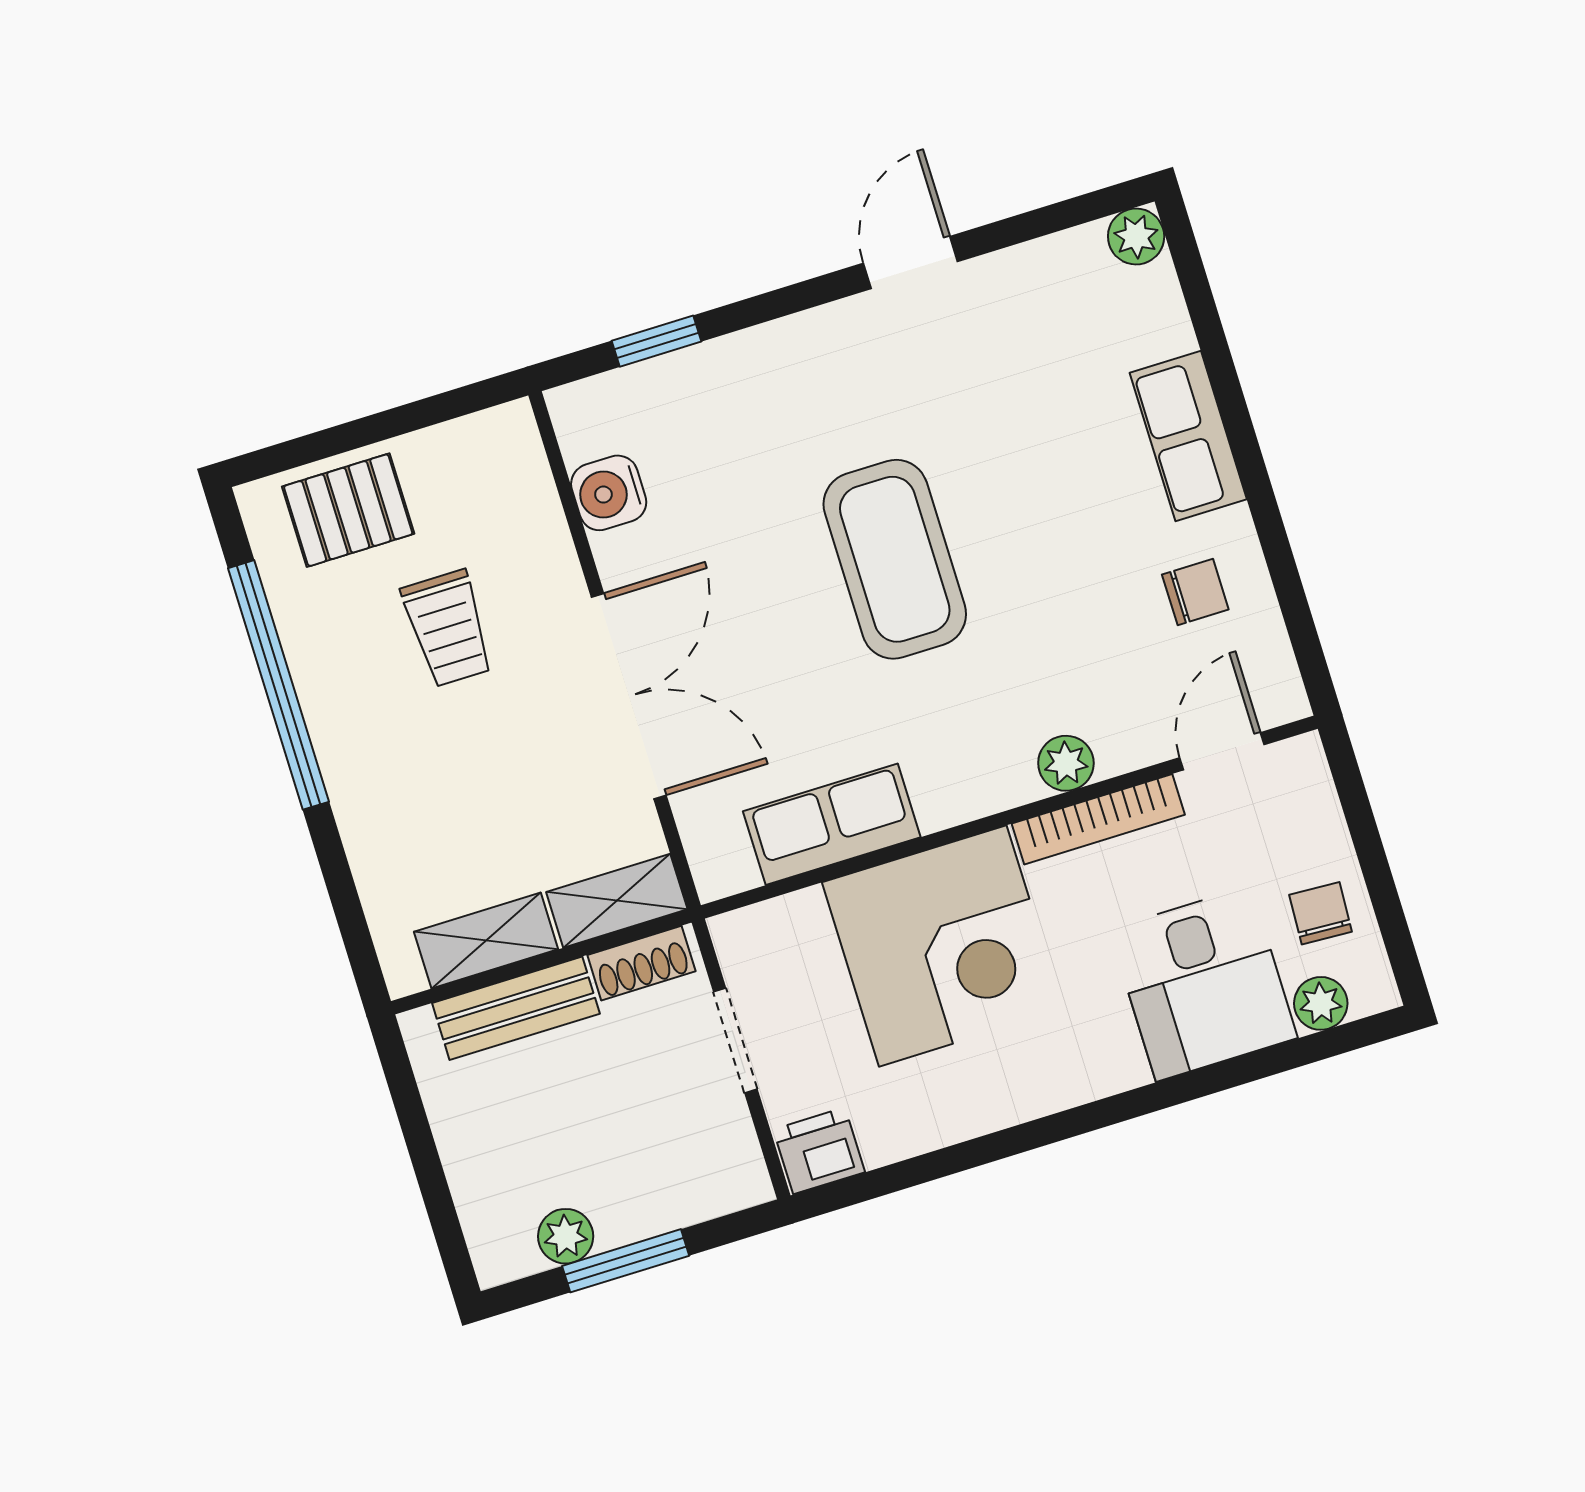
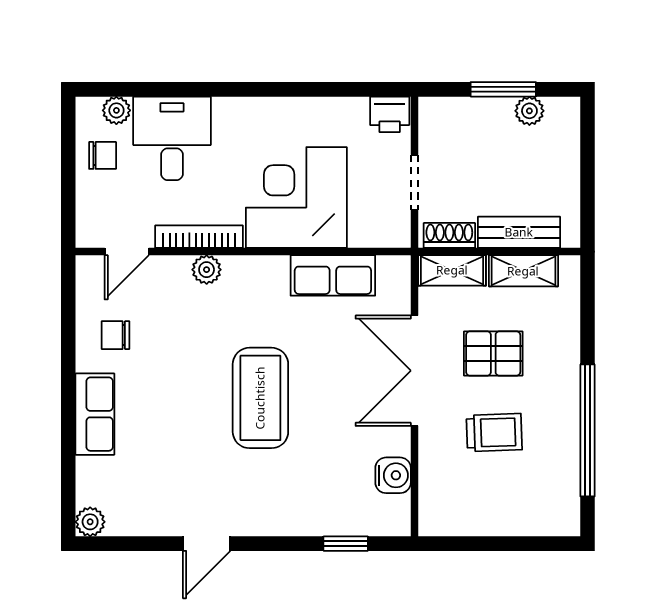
pallet: (348, 510) -> (493, 354), moved
trolley: (448, 628) -> (494, 433), turned 88
chair: (1321, 913) -> (103, 155), turned -93

